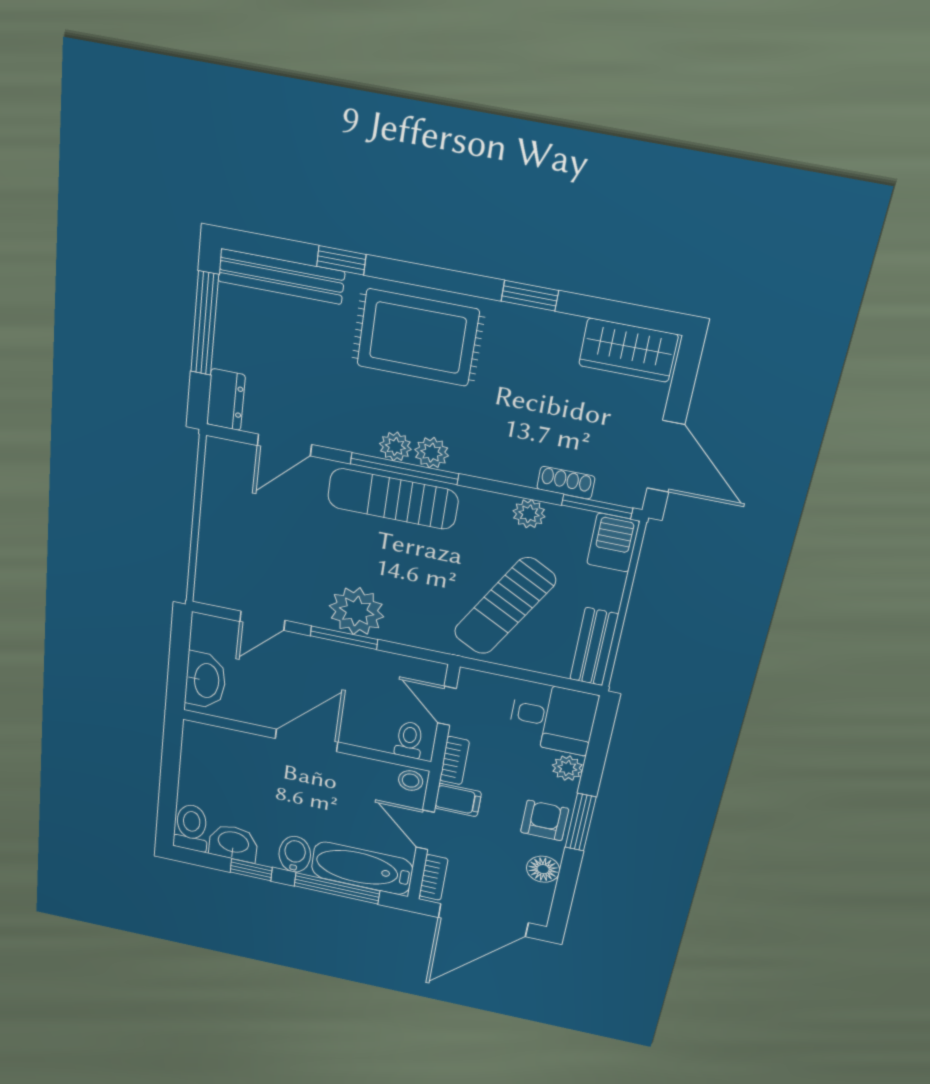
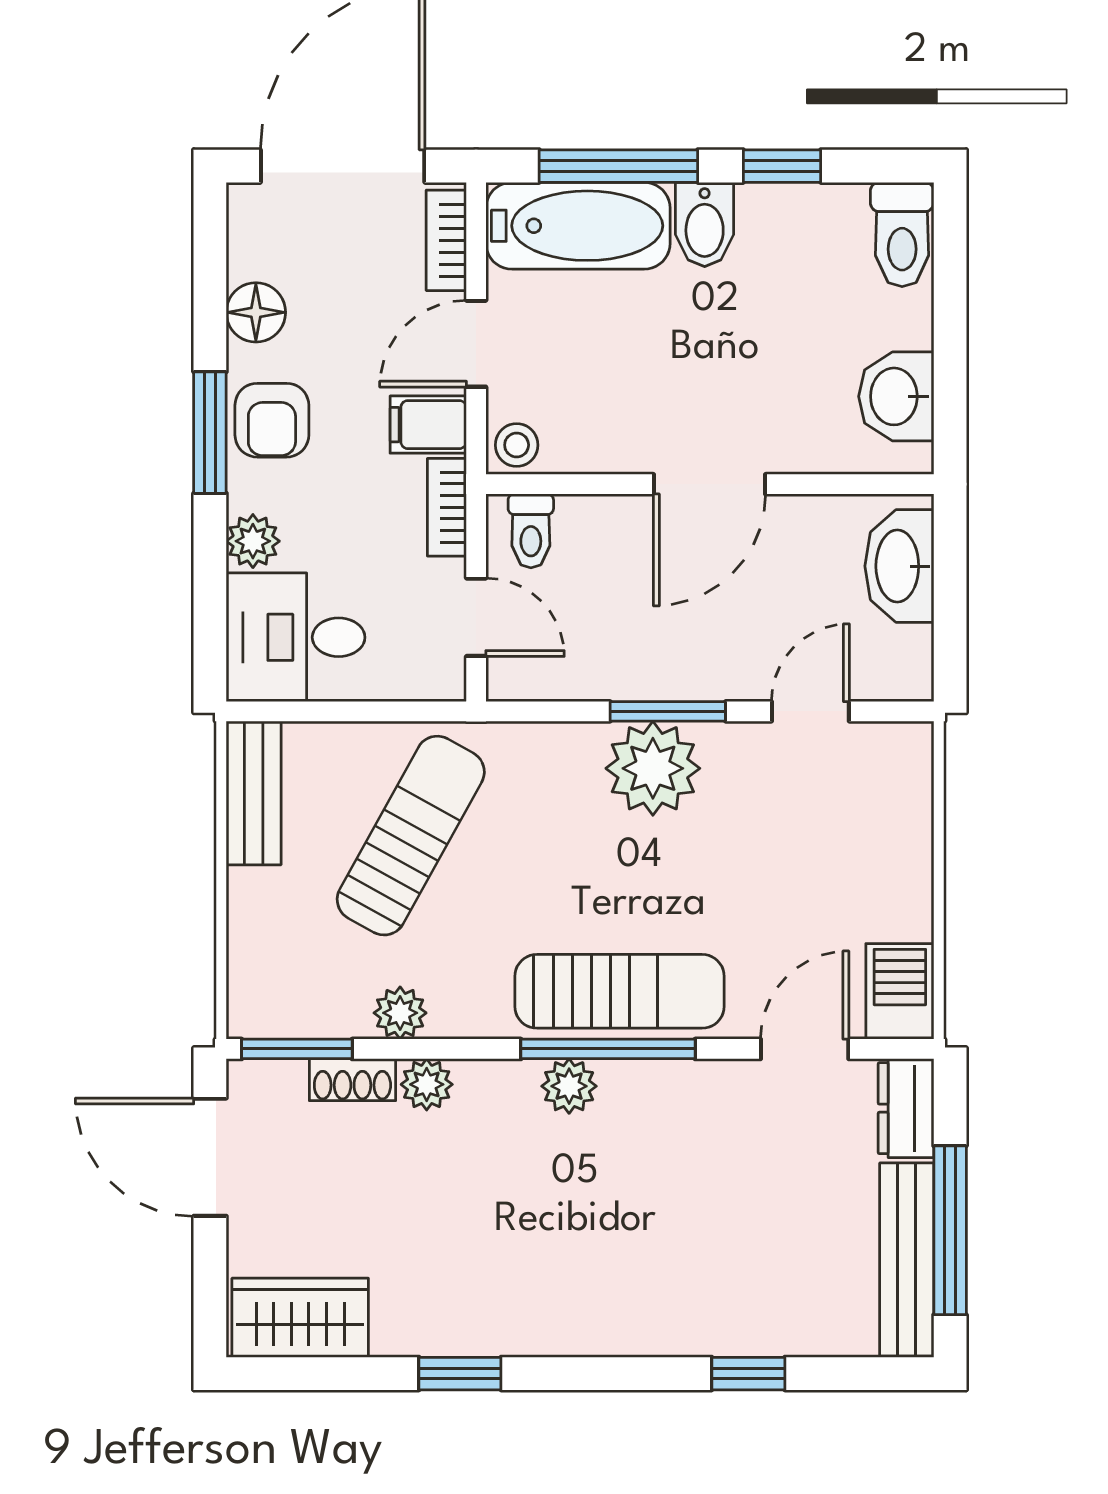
bench: (281, 276) -> (907, 1260), moved, turned 90
rug: (418, 338) -> (617, 1274), removed
plant: (395, 447) -> (427, 1084), moved
barbecue: (613, 543) -> (900, 991), moved, turned 180
door: (425, 830) -> (476, 344), swing flipped
washbasin: (233, 843) -> (896, 396), moved, turned 90

